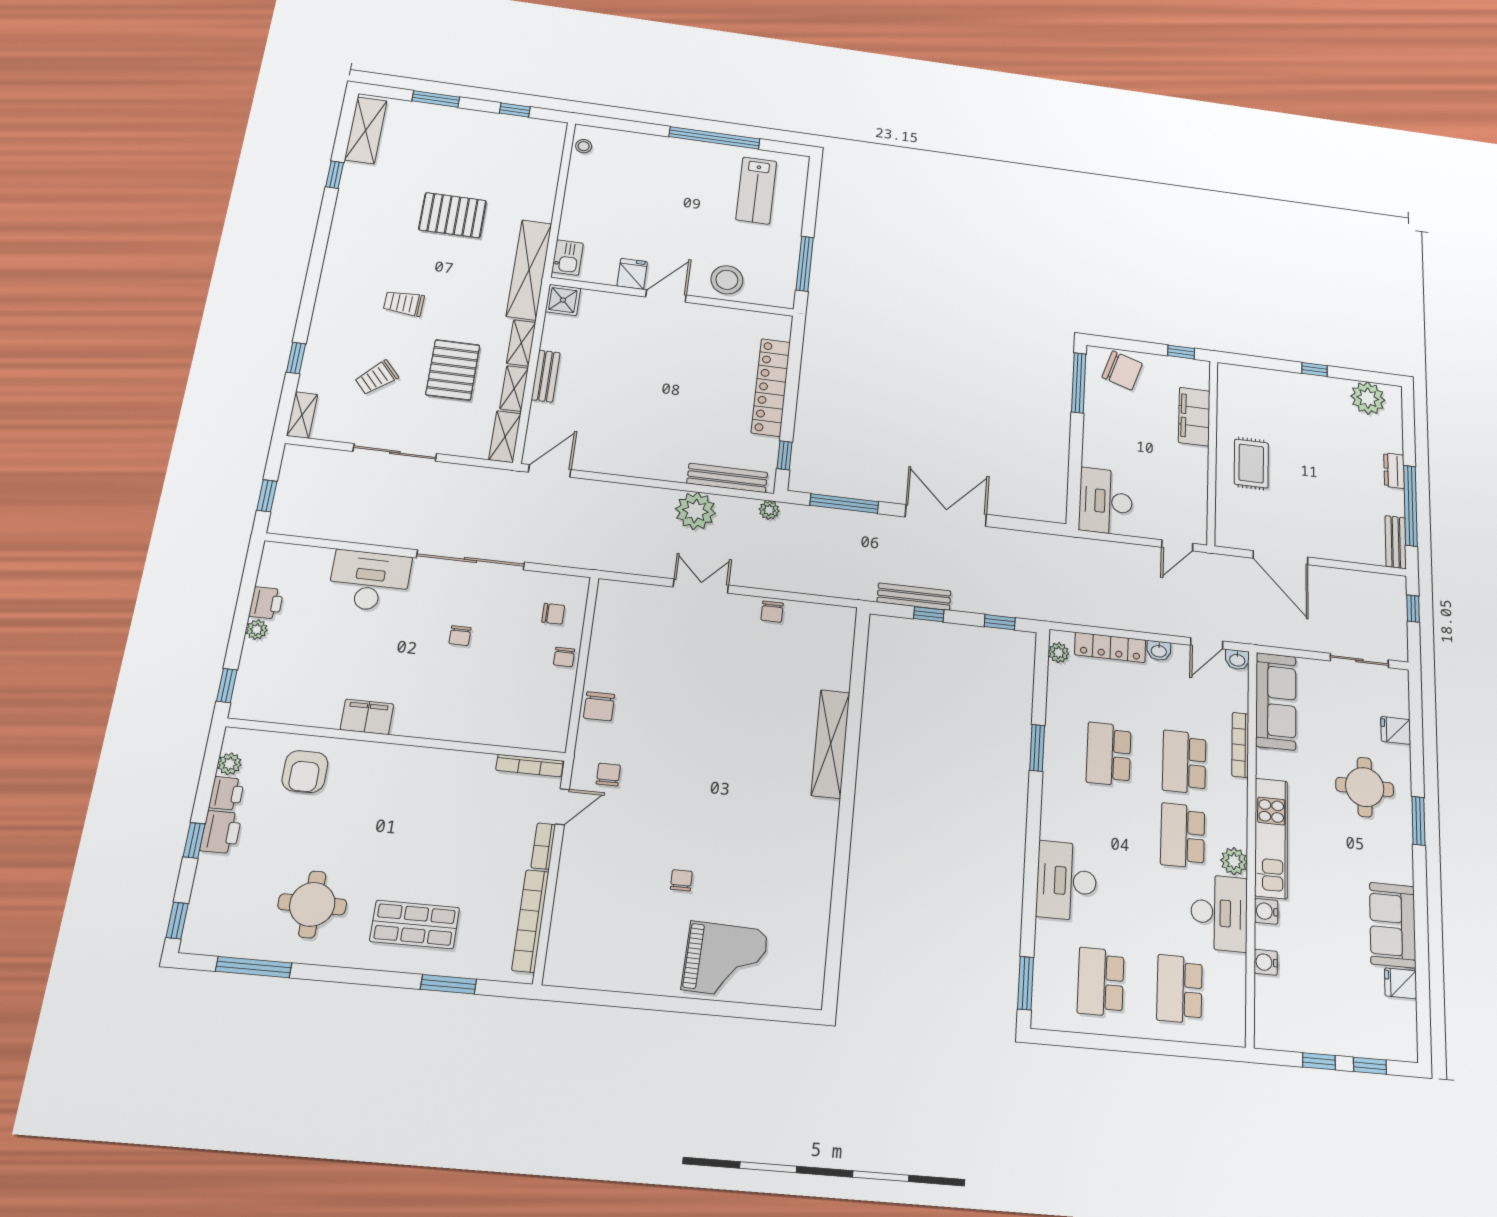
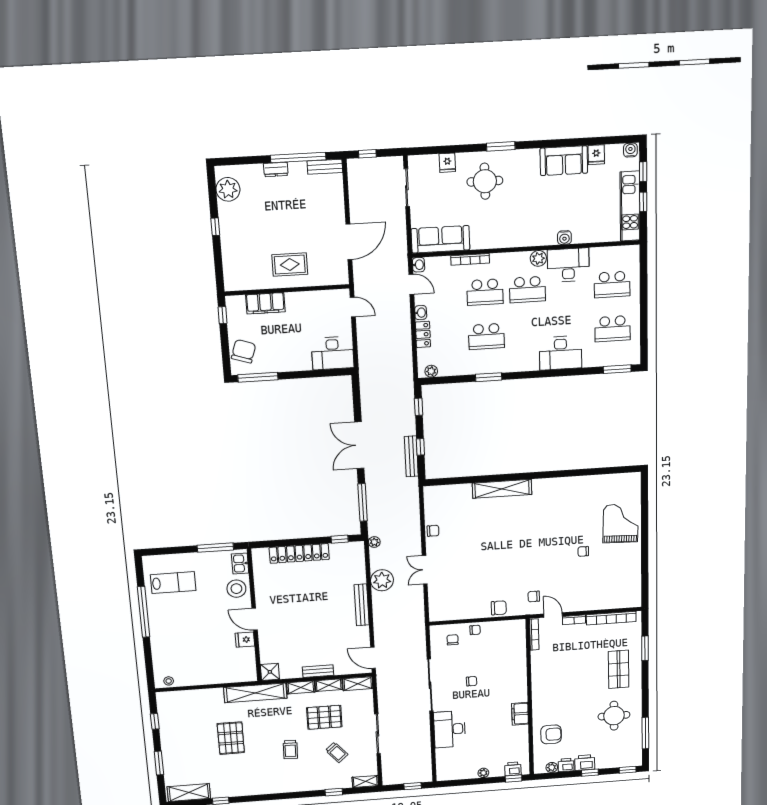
kitchen sink: (567, 258) -> (240, 563), moved, turned -90
bench: (727, 478) -> (362, 605), moved
printer: (266, 603) -> (513, 769), moved
locker: (1110, 647) -> (423, 334), width x0.66
kitchen unit: (1271, 838) -> (630, 206), moved, turned -90
water cooler: (1266, 962) -> (630, 150), moved, turned 180

